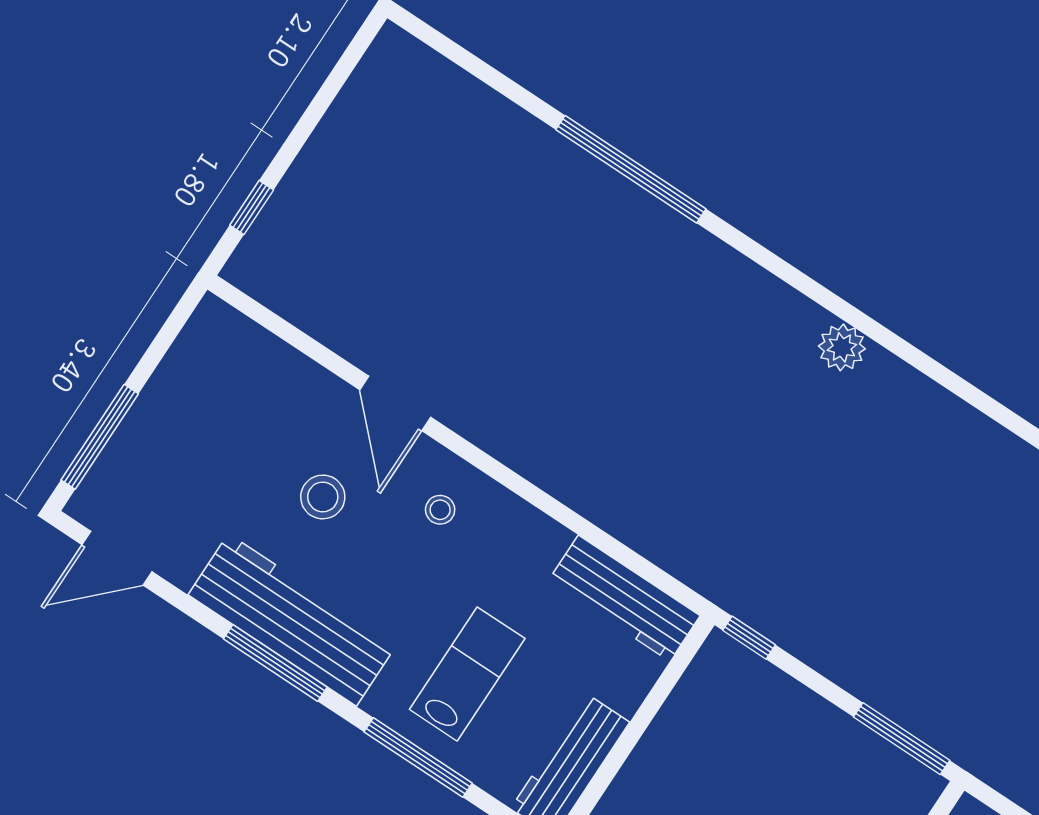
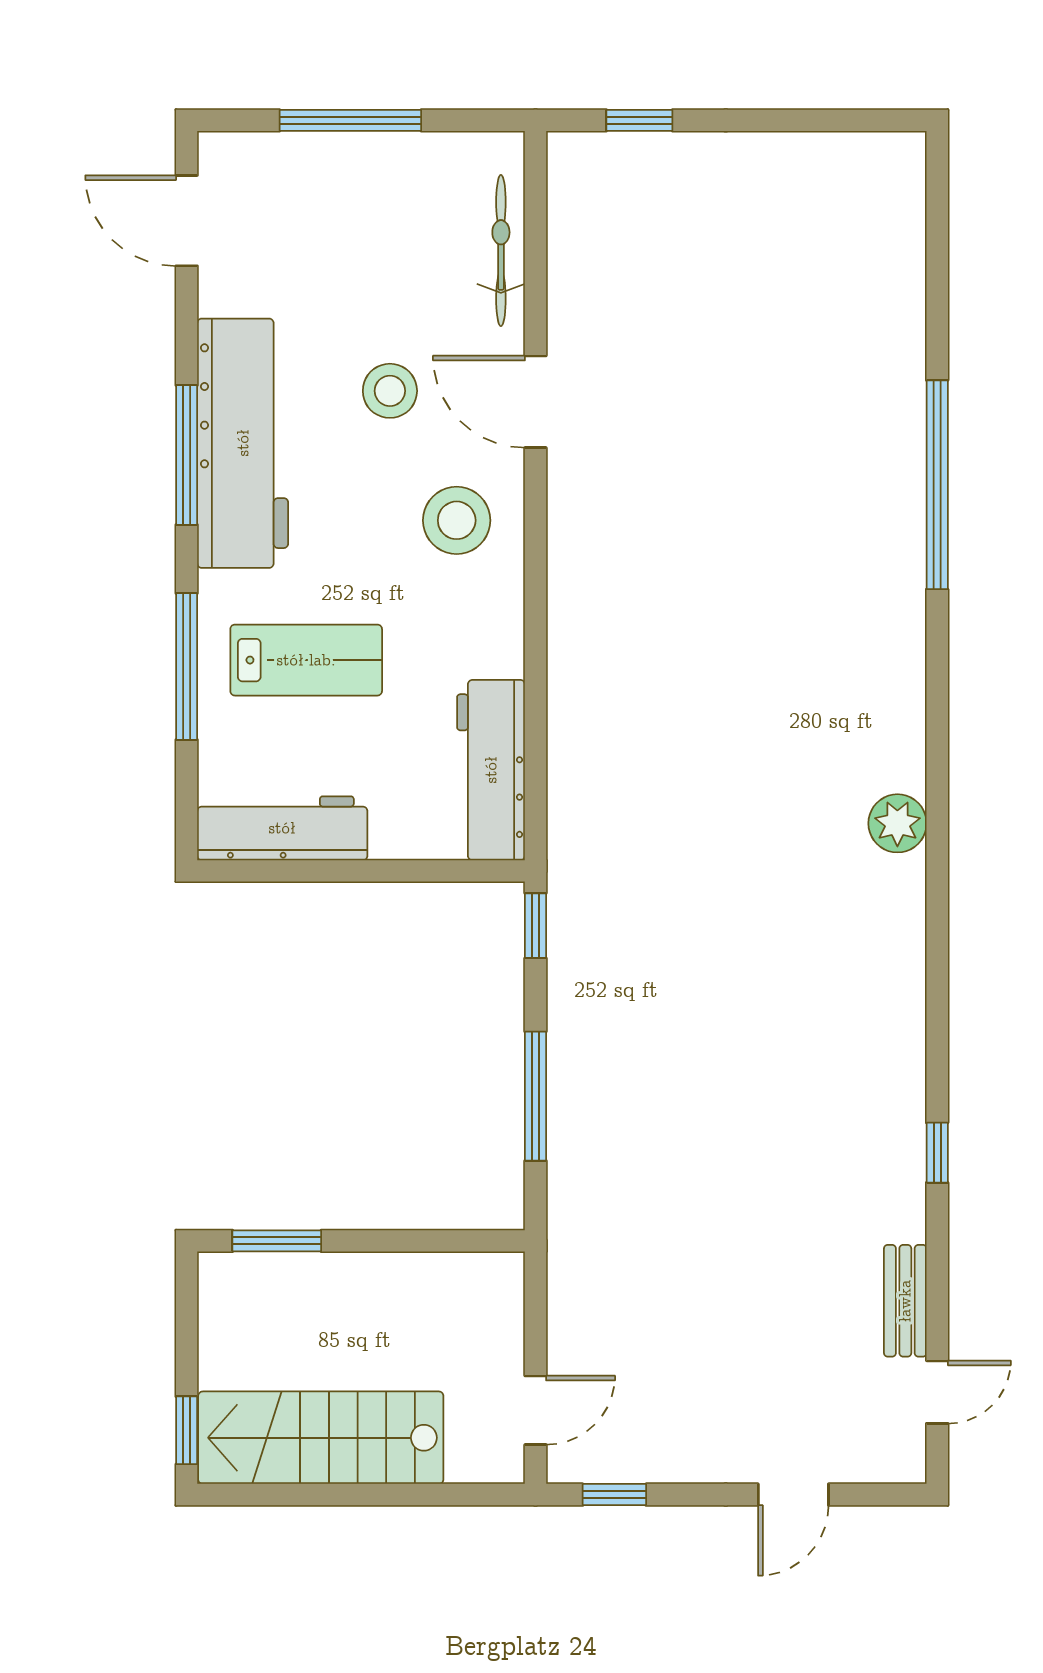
bicycle: (278, 359) -> (501, 251), added
door: (395, 403) -> (535, 402), hinge flipped
window: (100, 437) -> (350, 120), moved
stool: (440, 510) -> (457, 520), width x1.89, depth x1.89
window: (902, 739) -> (535, 1096), moved

